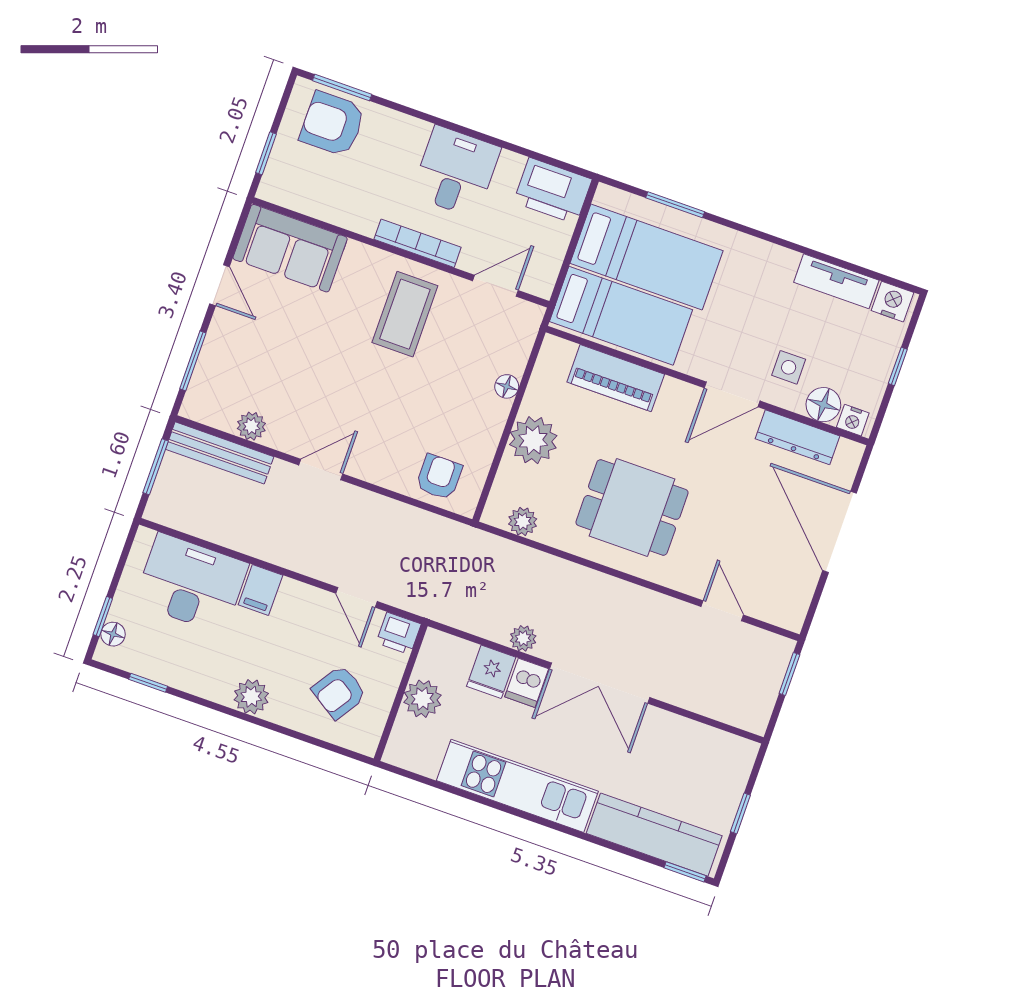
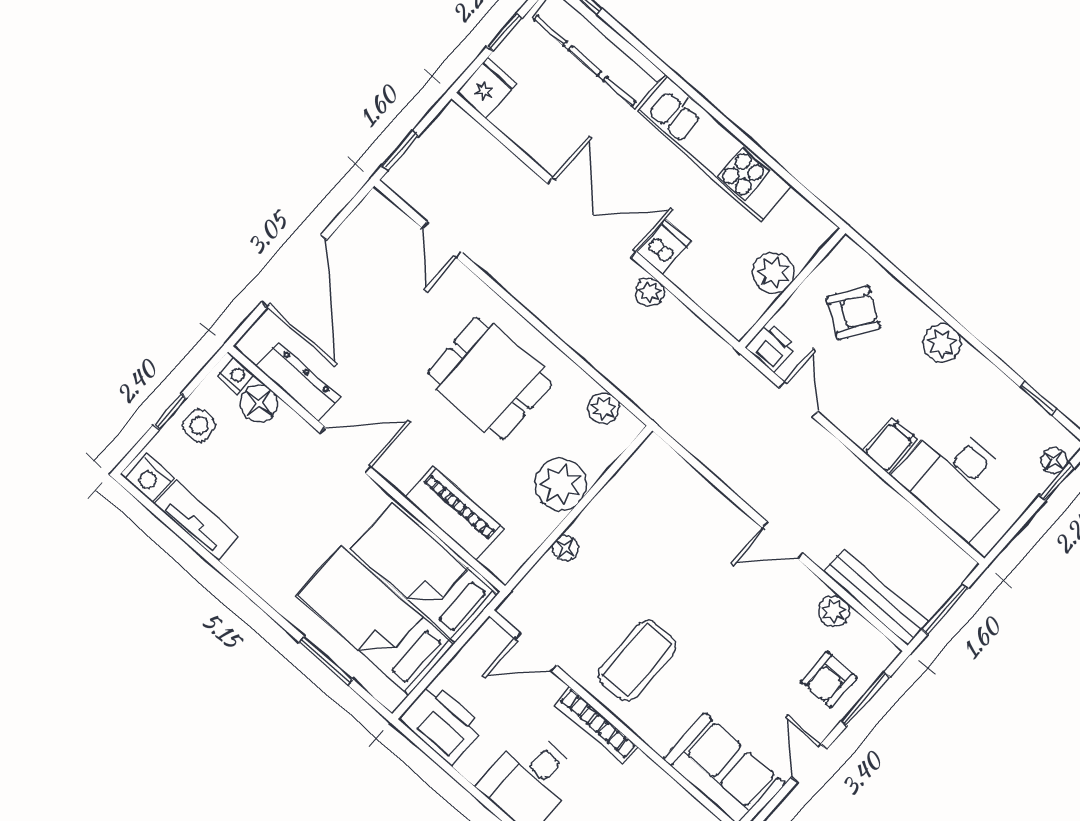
side table: (789, 367) -> (199, 425), moved
armchair: (439, 477) -> (829, 680), moved
fridge: (491, 672) -> (486, 88), moved

